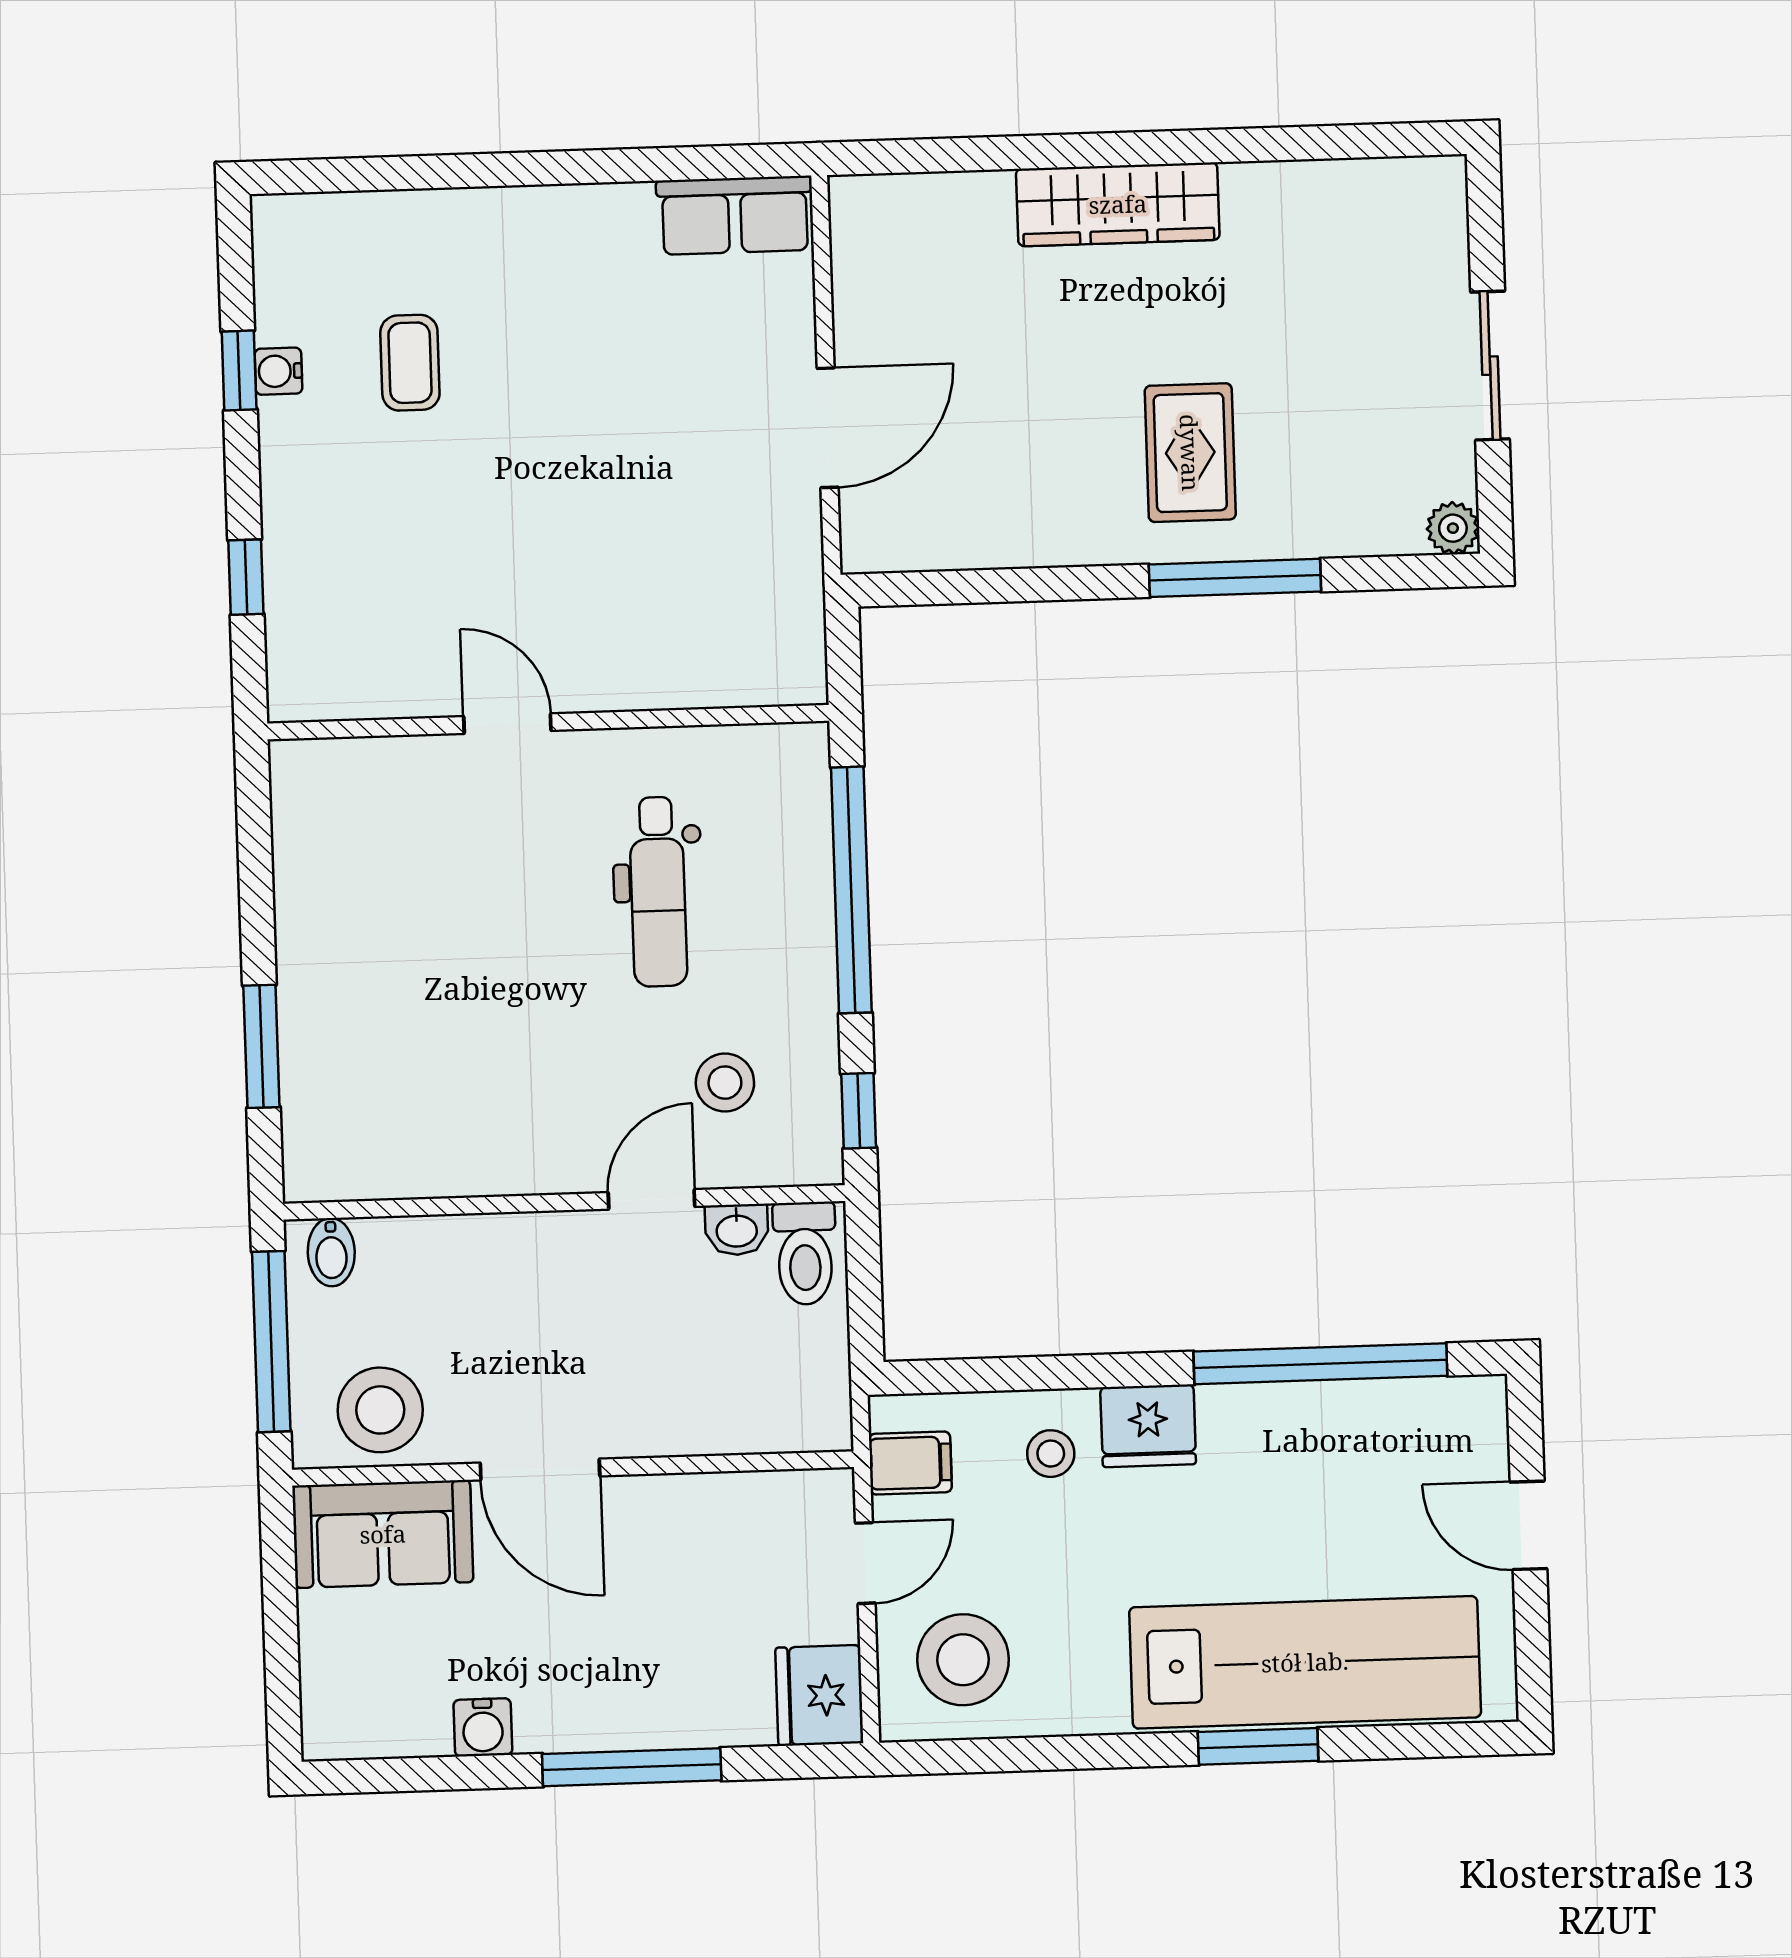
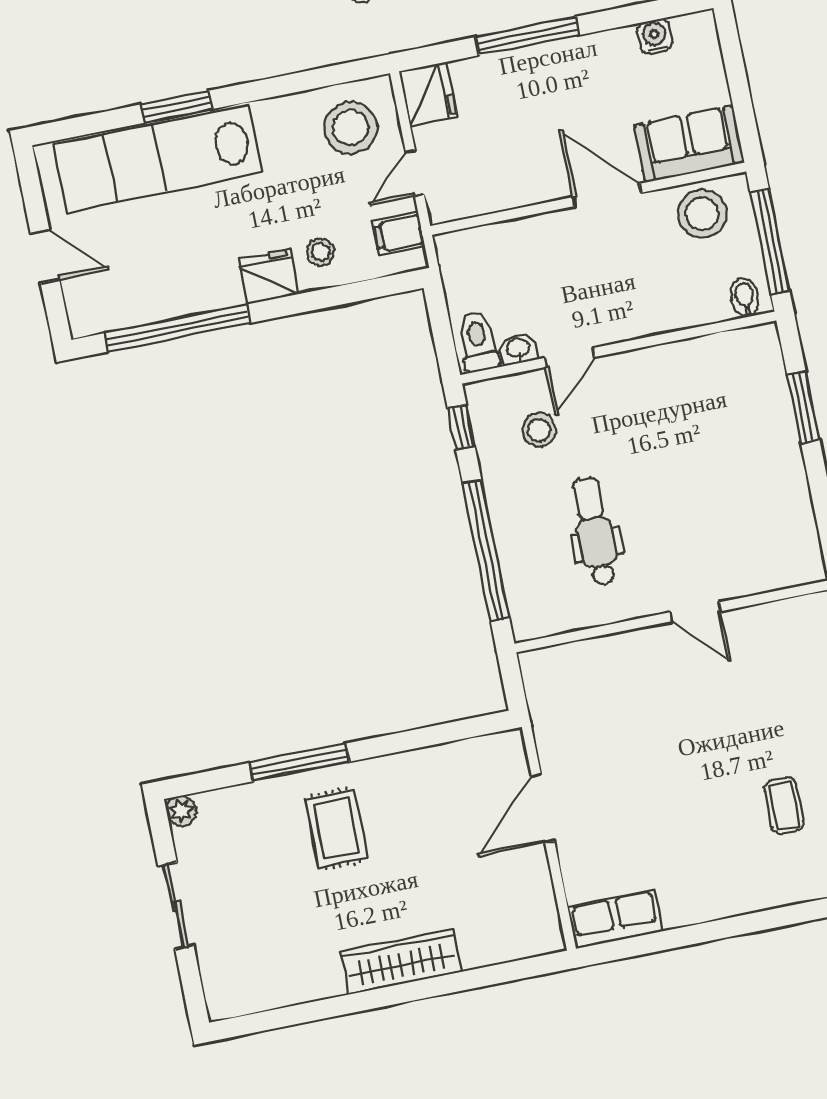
water cooler: (483, 1727) -> (655, 36), moved

